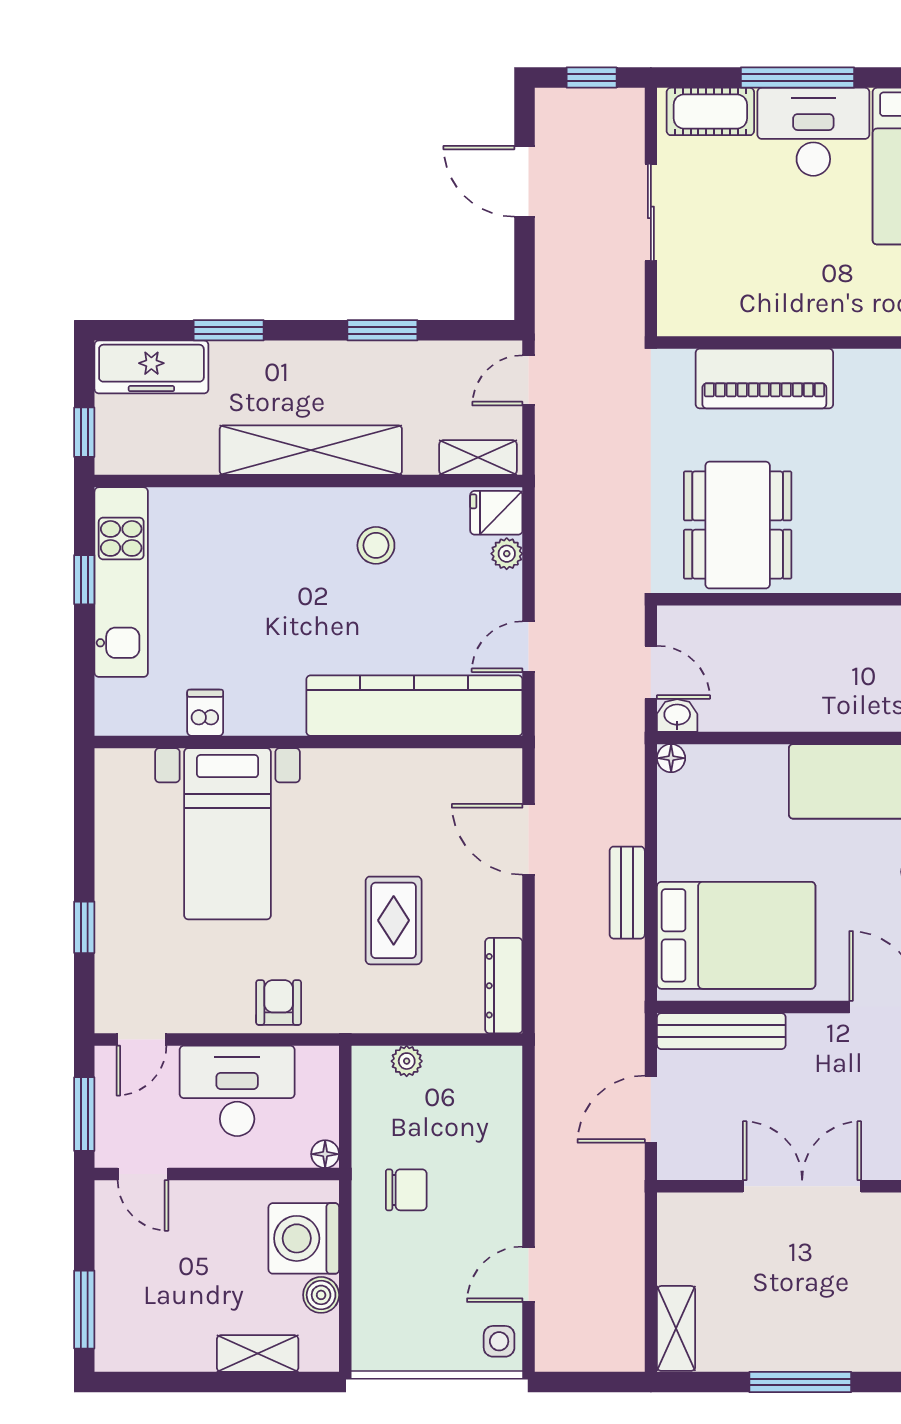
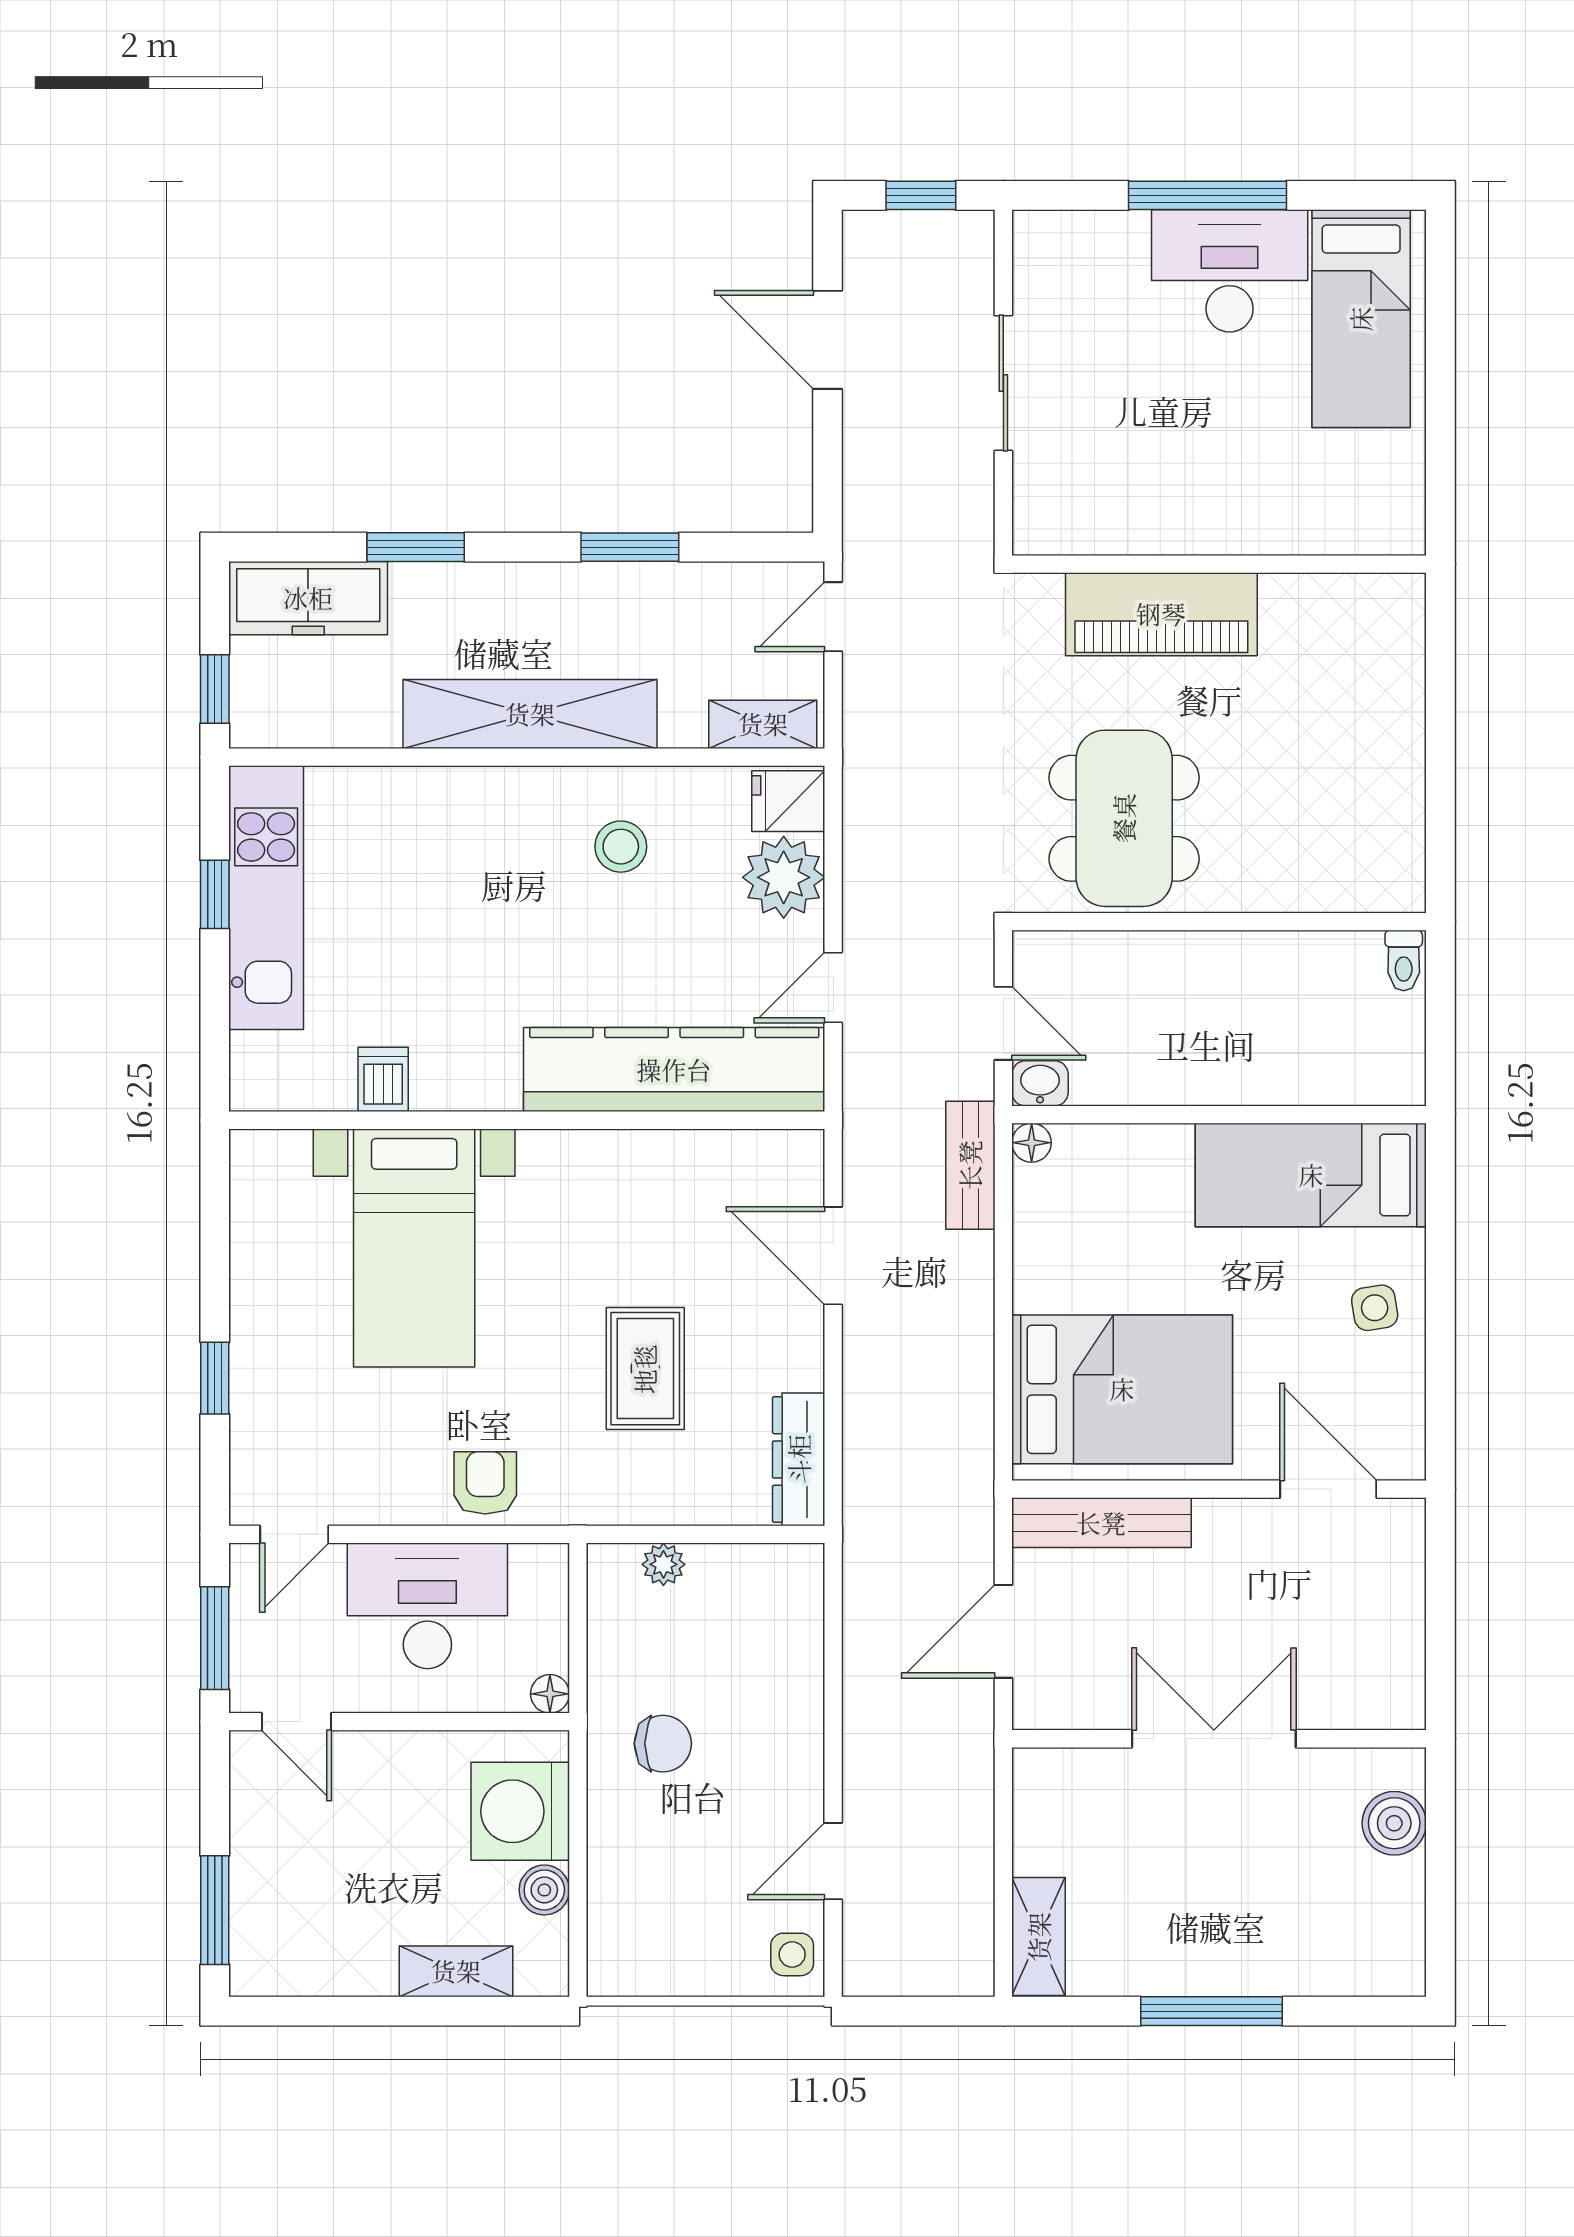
cot: (710, 111) -> (1086, 243), removed
plant: (507, 554) -> (784, 877), width x1.88, depth x1.88
bench: (627, 893) -> (970, 1165), moved

